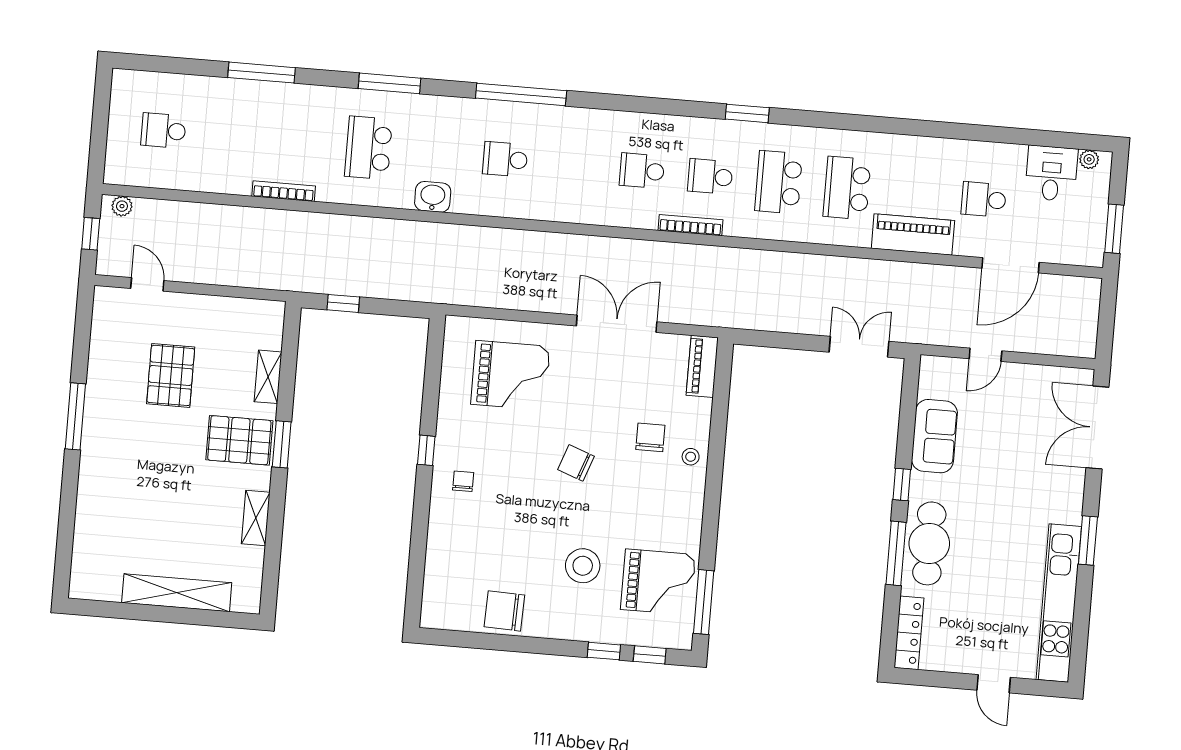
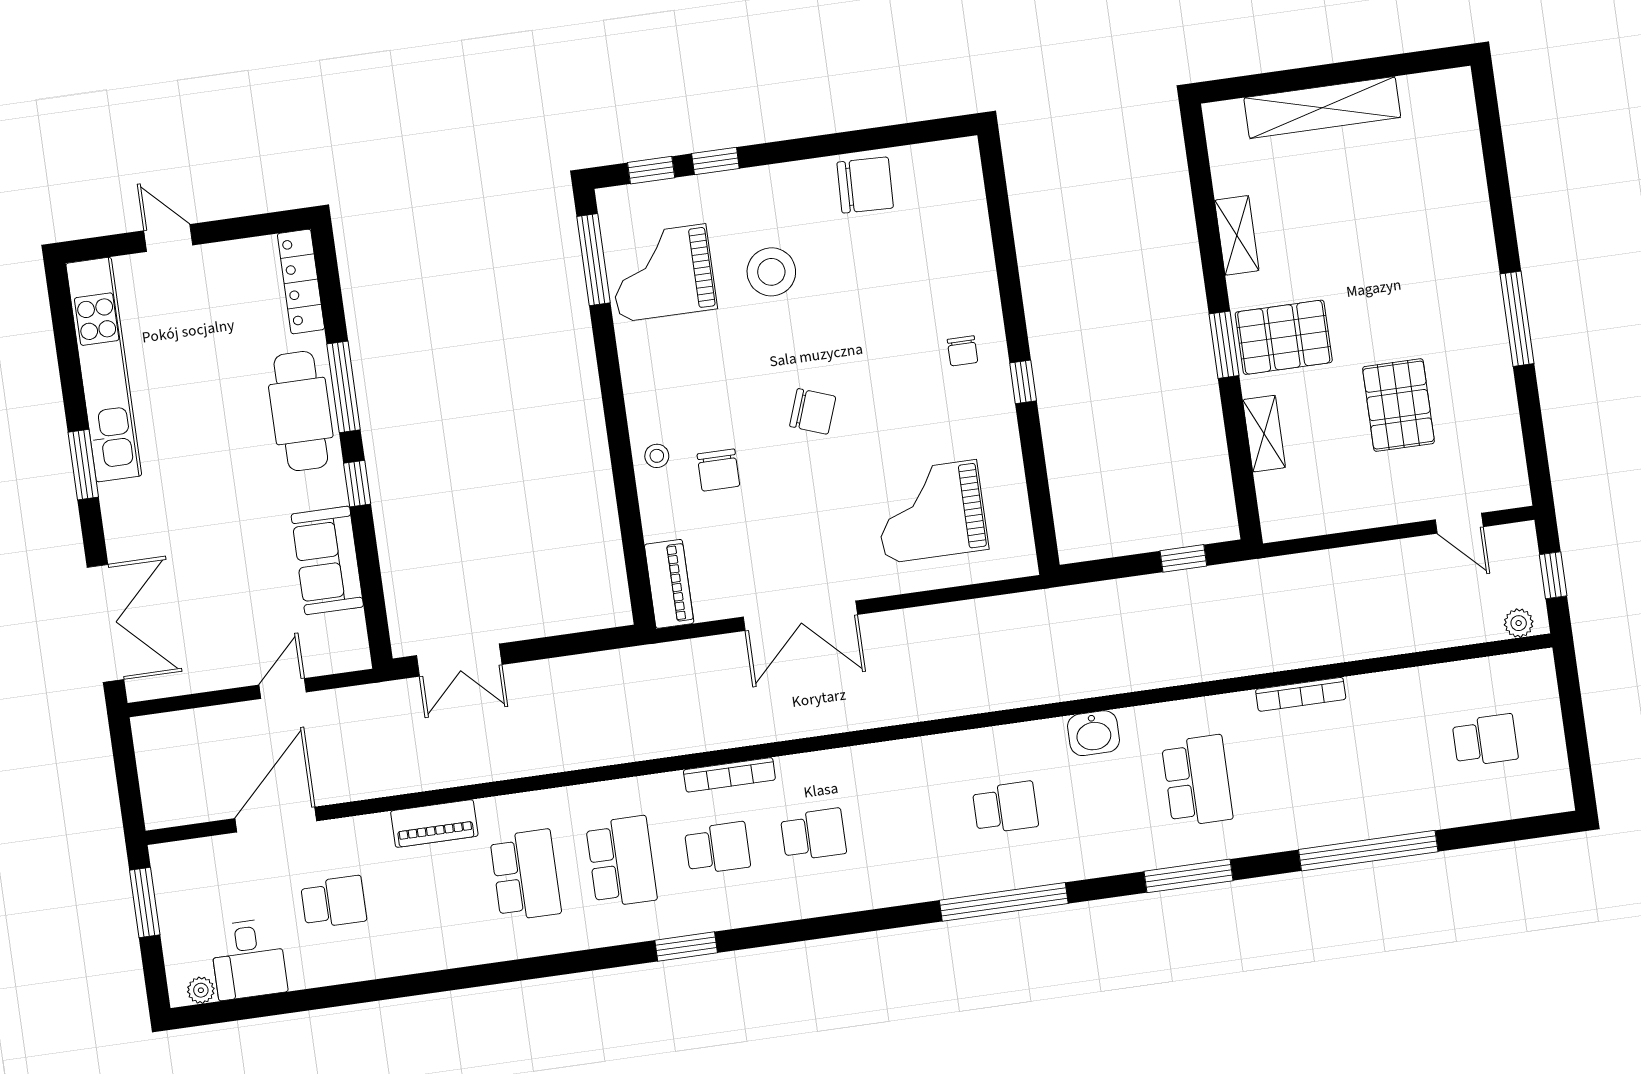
window: (261, 73) -> (1368, 851), width x1.46
piano: (913, 234) -> (434, 823), width x0.73, depth x0.75

